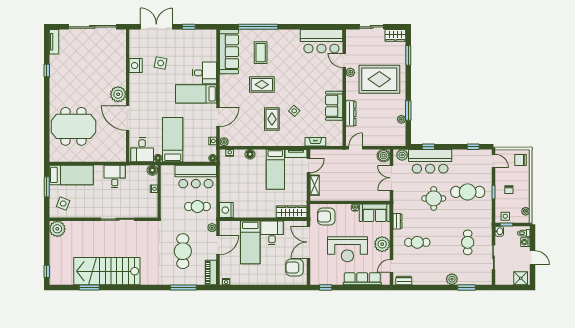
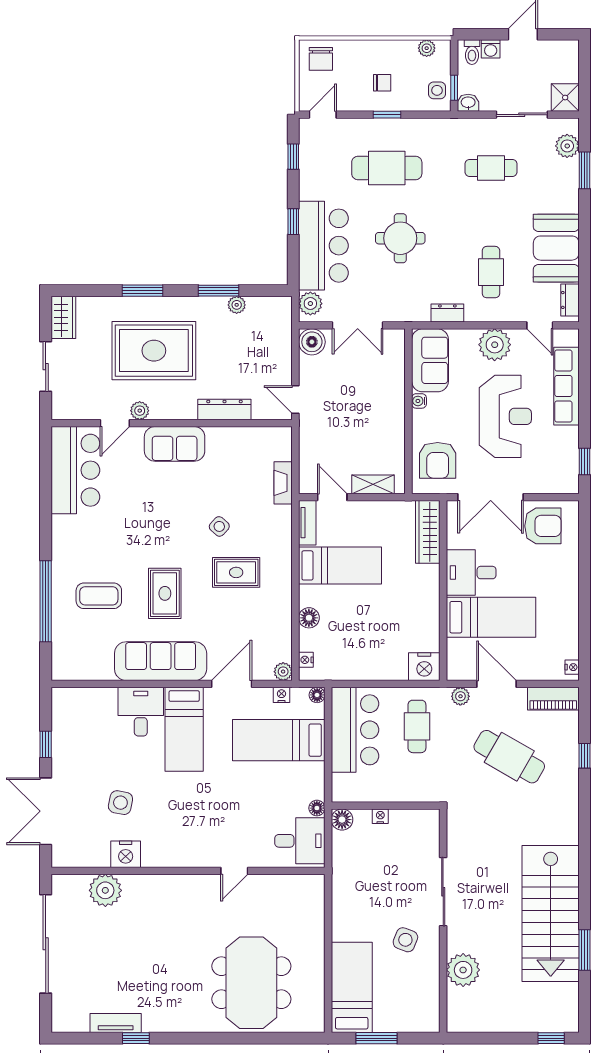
tv unit: (54, 42) -> (116, 1023), moved
sofa: (229, 52) -> (161, 661), moved
window: (408, 55) -> (143, 291), moved
rug: (379, 79) -> (154, 351), turned 90
plant: (118, 94) -> (105, 890), moved
sofa: (334, 106) -> (175, 444), moved
door: (218, 117) -> (232, 684), hinge flipped
door: (128, 118) -> (234, 871), width x0.53
bed: (173, 140) -> (279, 740), moved
window: (428, 147) -> (293, 222), moved
desk: (115, 176) -> (355, 897), removed
cafe table: (468, 192) -> (387, 168), turned 90
side table: (63, 204) -> (405, 940), moved
plant: (57, 229) -> (463, 970), moved
cafe table: (183, 251) -> (509, 757), turned 30
armchair: (295, 267) -> (543, 526), turned -90
booth: (429, 274) -> (556, 248), added
shower: (521, 278) -> (565, 98), moved
plant: (452, 279) -> (567, 146), moved
window: (183, 288) -> (584, 756), width x0.46

